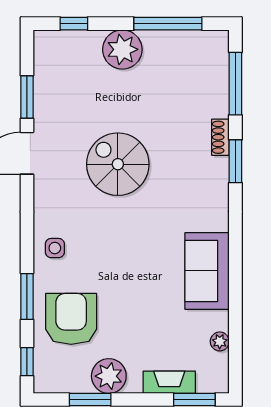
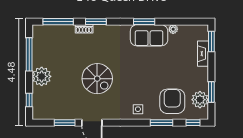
spiral stairs: (118, 164) -> (97, 79), turned -90
window: (235, 261) -> (144, 22), added
armchair: (71, 319) -> (172, 101), turned 90
plant: (220, 341) -> (173, 29), moved
plant: (109, 376) -> (200, 100), moved

